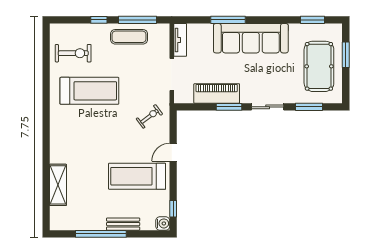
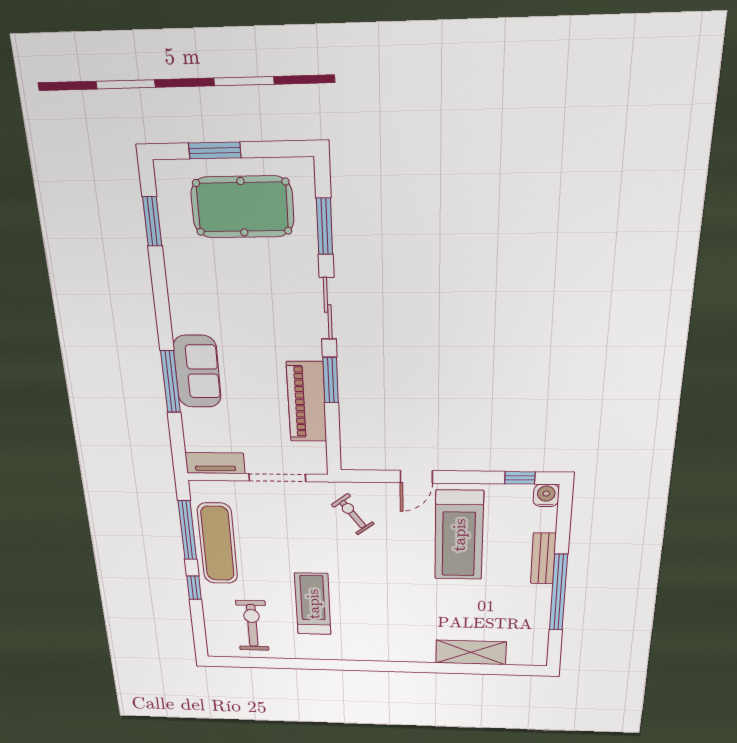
exercise mat: (129, 37) -> (217, 544), width x1.36, depth x1.45
sofa: (251, 38) -> (197, 372), width x0.54, depth x0.79
treadmill: (89, 91) -> (313, 604), width x0.73, depth x0.73
door: (173, 152) -> (416, 477), hinge flipped

